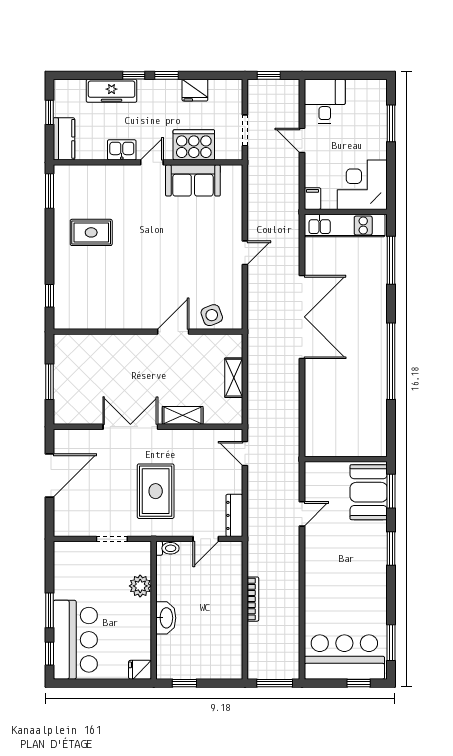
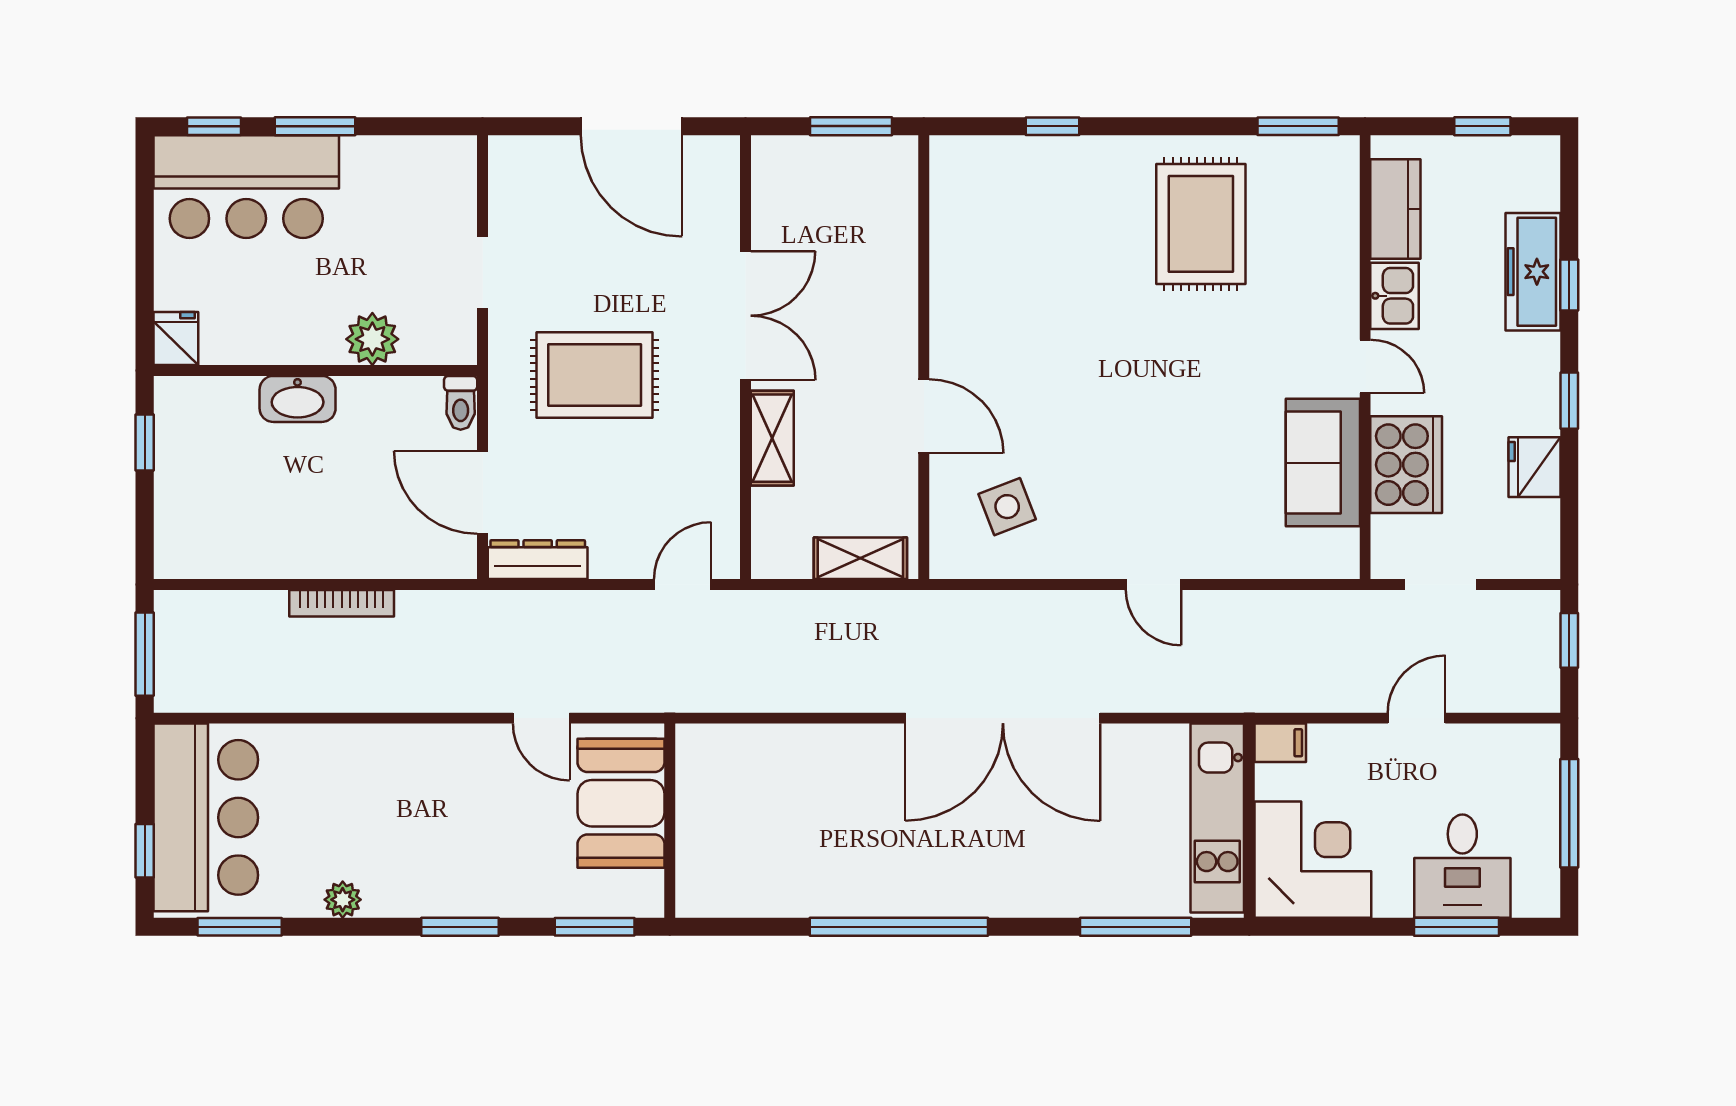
window: (134, 75) -> (1569, 285), moved
window: (343, 75) -> (1569, 813), added
desk: (325, 101) -> (1462, 866), moved, turned 90
kitchen counter: (64, 139) -> (1395, 209), moved, turned -90
rug: (91, 232) -> (1201, 224), width x1.36, depth x1.43
wall: (148, 332) -> (924, 357), moved
door: (173, 332) -> (924, 416), moved
booth: (369, 492) -> (621, 803), moved, turned 90
door: (206, 539) -> (483, 492), width x1.38
plant: (379, 599) -> (343, 900), added

